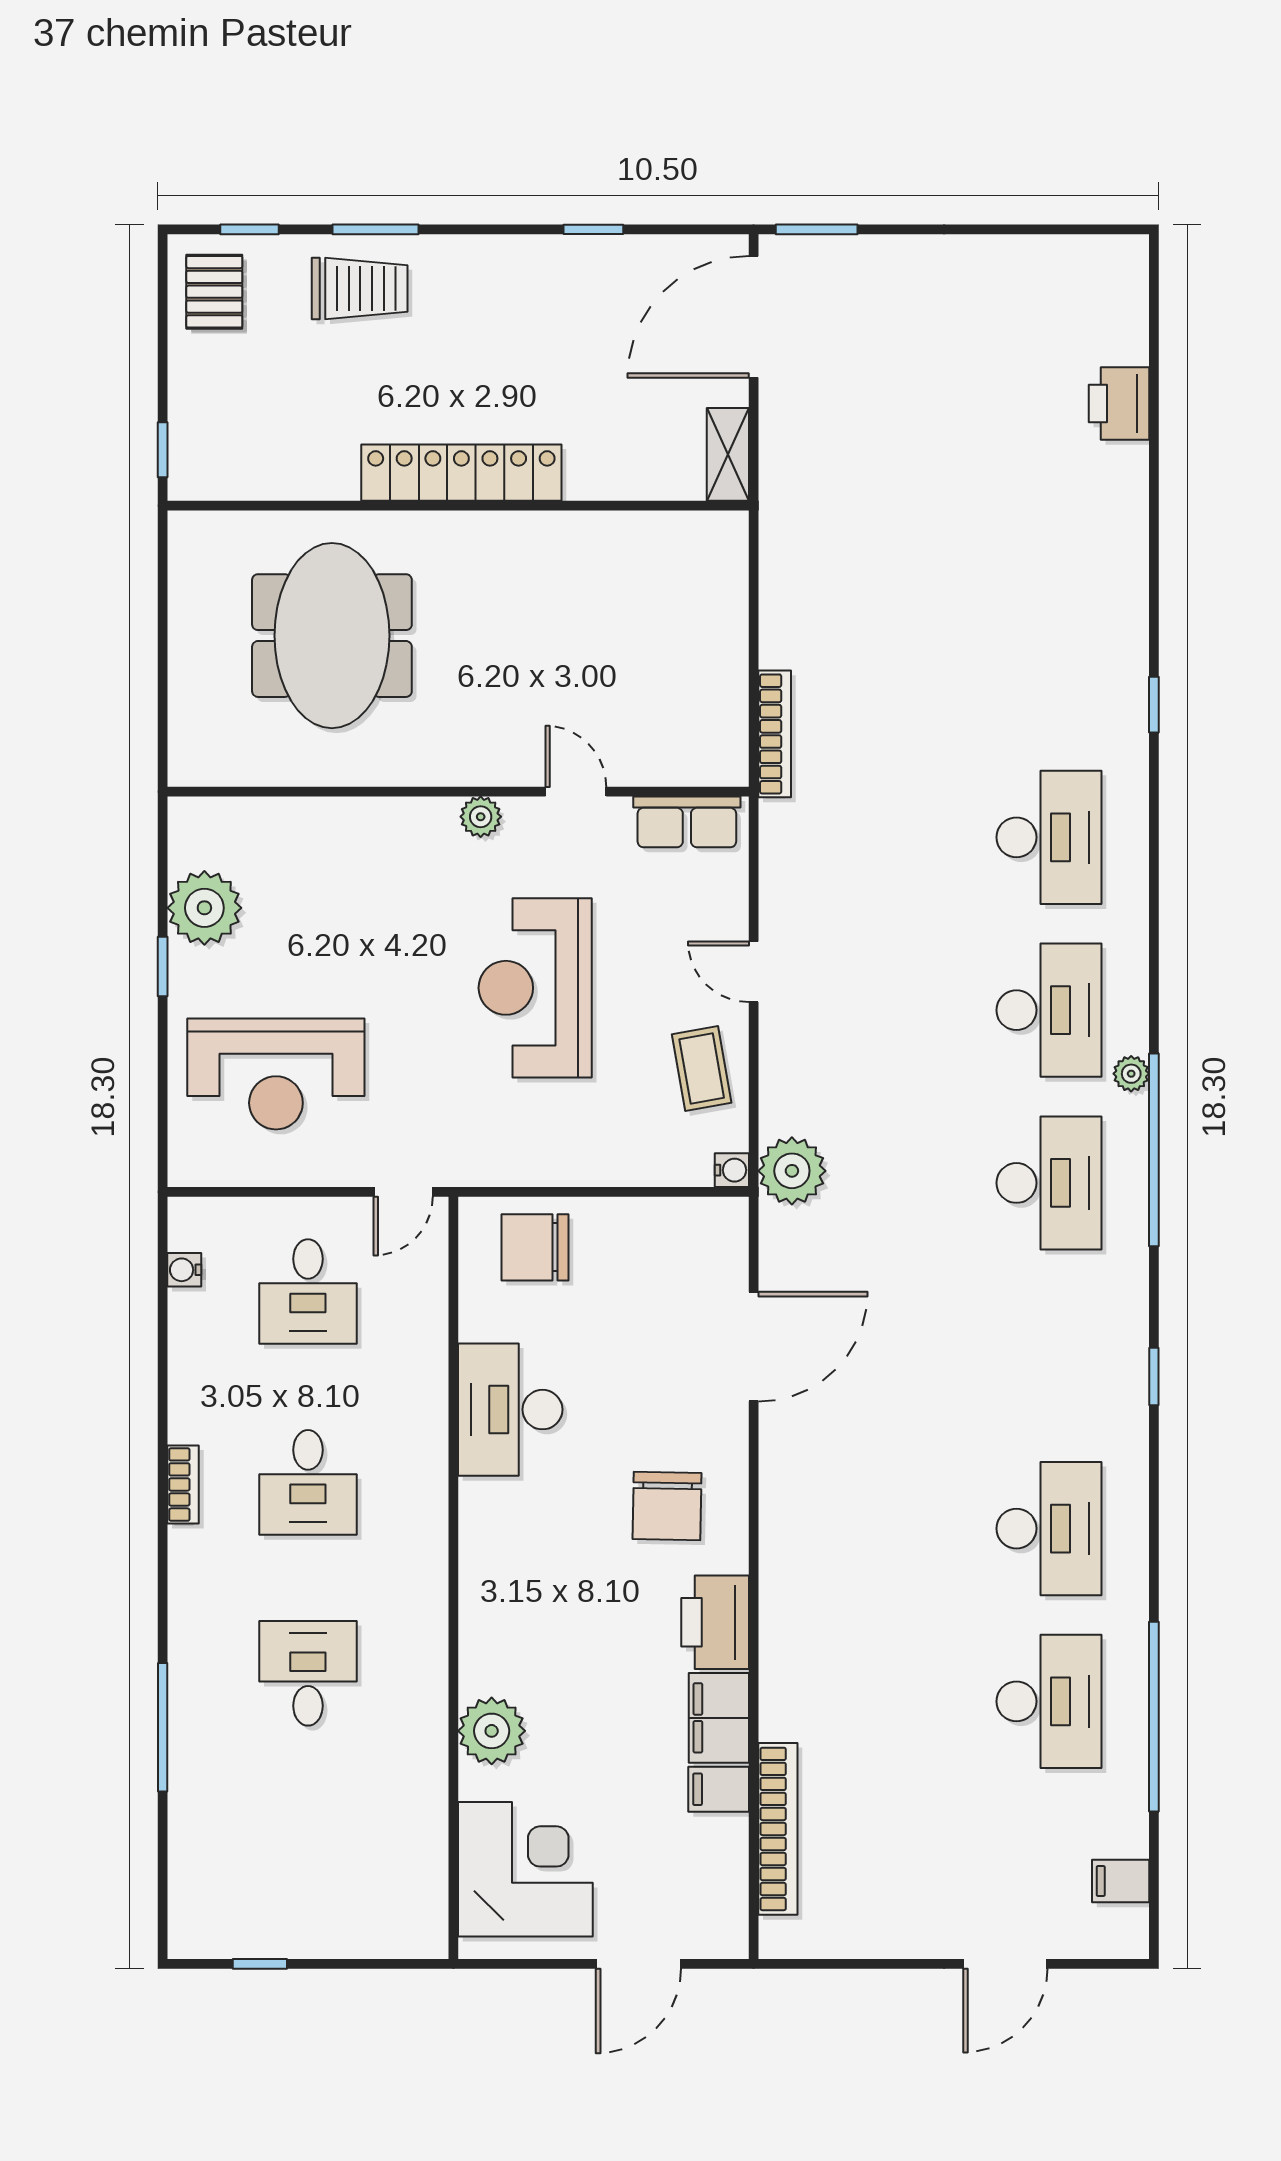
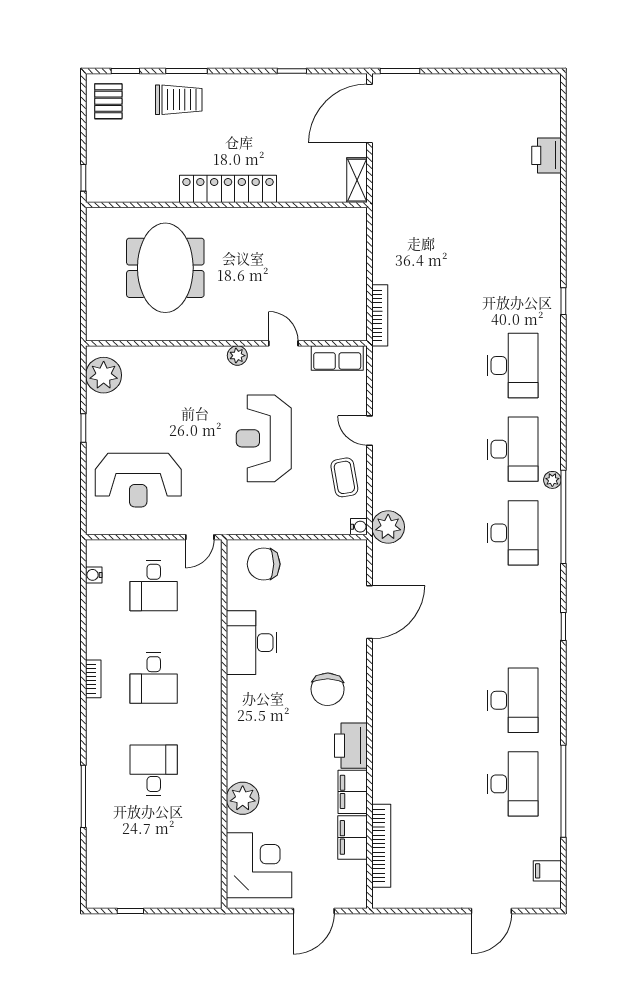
plant: (204, 908) -> (104, 375), moved
filing cabinet: (719, 1789) -> (353, 837), width x2.00

